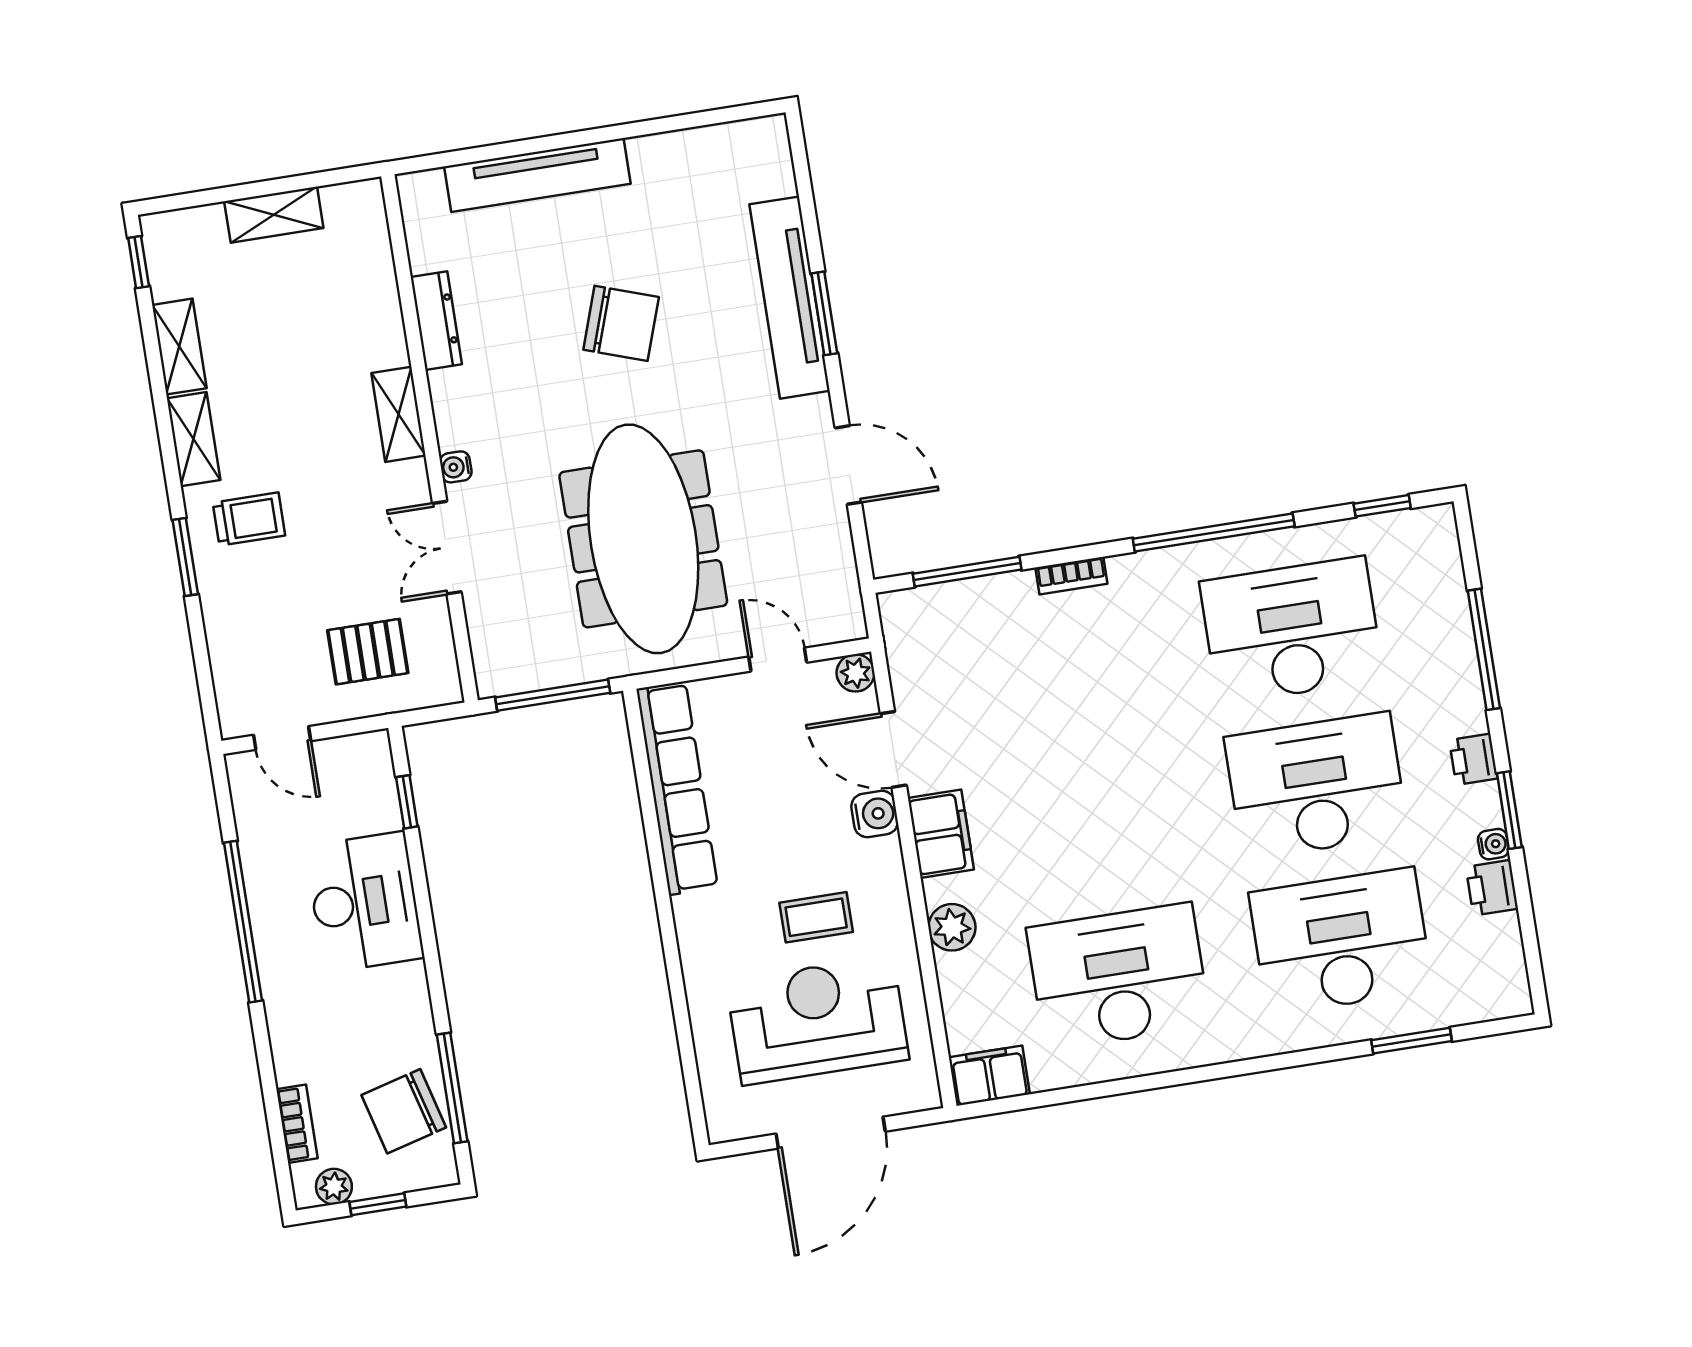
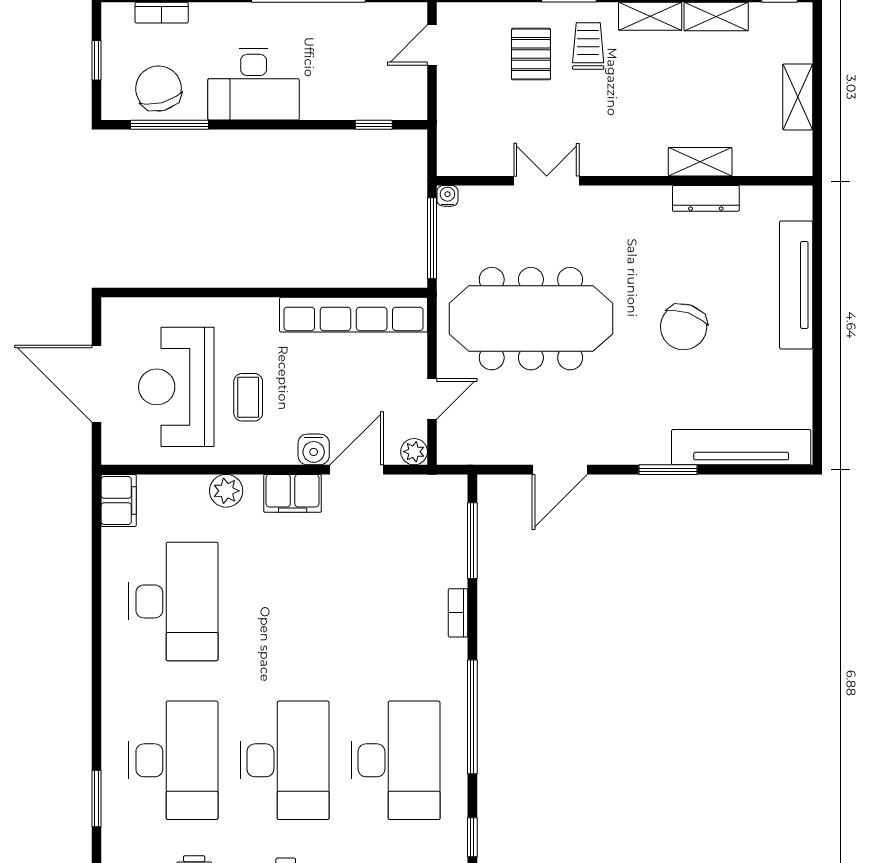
tv unit: (790, 298) -> (741, 447), moved
shelving: (398, 414) -> (700, 162), moved
water cooler: (456, 467) -> (447, 196), moved
trolley: (249, 519) -> (588, 46), turned 180
pallet: (368, 652) -> (531, 54), moved
desk: (365, 902) -> (254, 84), moved
reception desk: (818, 1020) -> (176, 387), turned 180
plant: (334, 1187) -> (114, 32), removed

